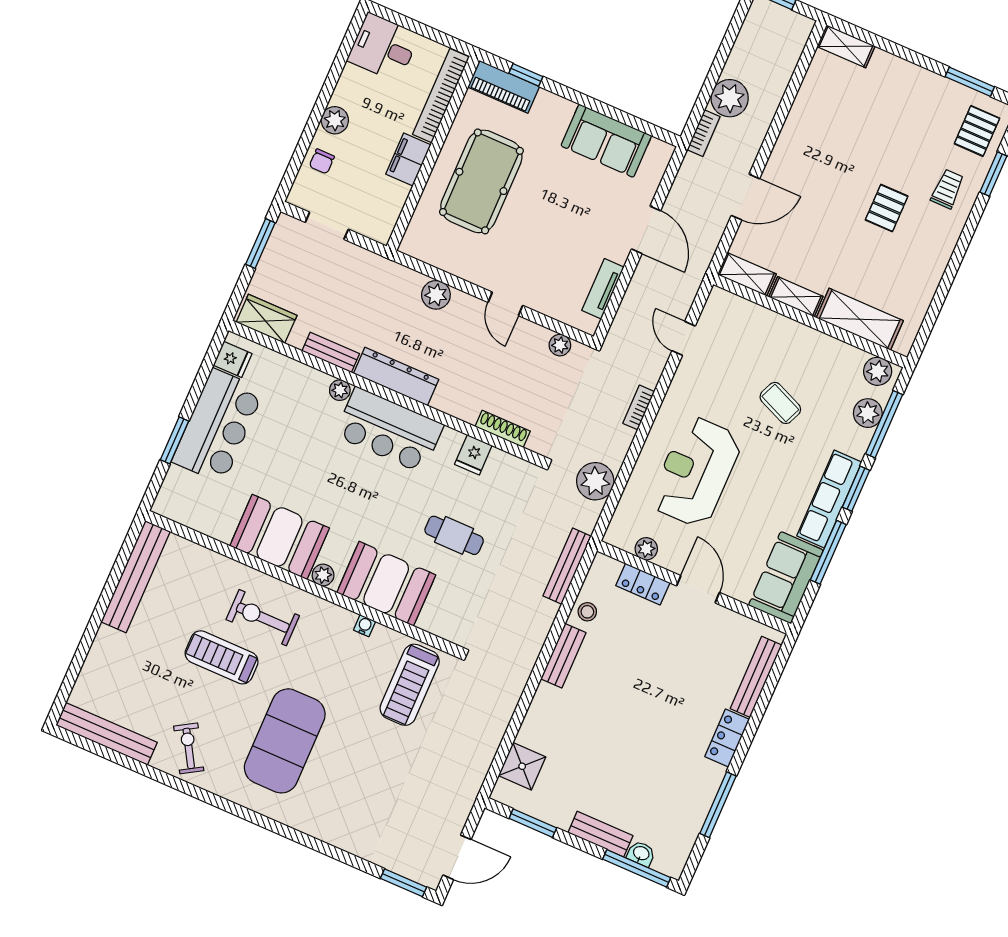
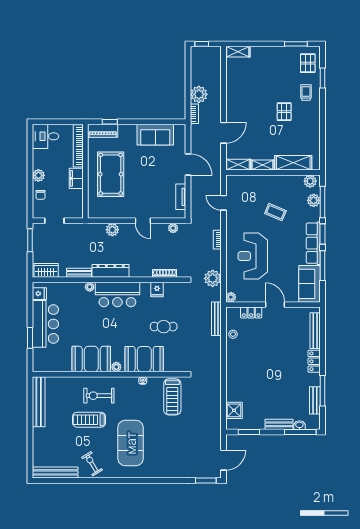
plant: (646, 549) -> (231, 297), moved
bench: (563, 656) -> (315, 400), moved

